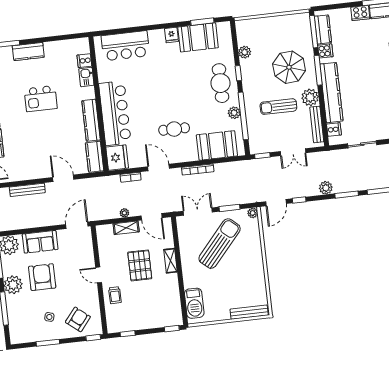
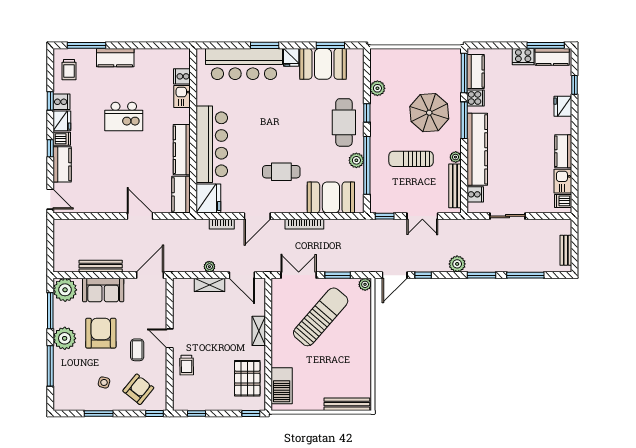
window: (149, 28) -> (265, 45), added
bar counter: (125, 46) -> (244, 64), width x1.36
plant: (310, 97) -> (456, 157), width x0.53, depth x0.53
door: (159, 167) -> (257, 216), swing flipped
bench: (27, 190) -> (101, 266), moved
pallet: (140, 265) -> (247, 378), moved
coffee table: (73, 287) -> (137, 350), added

